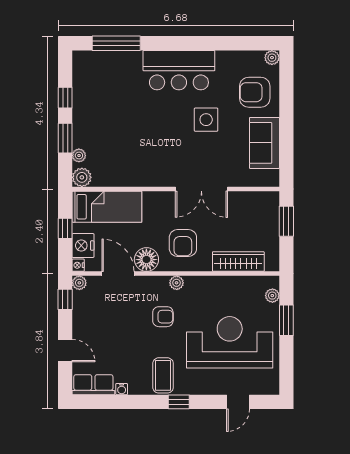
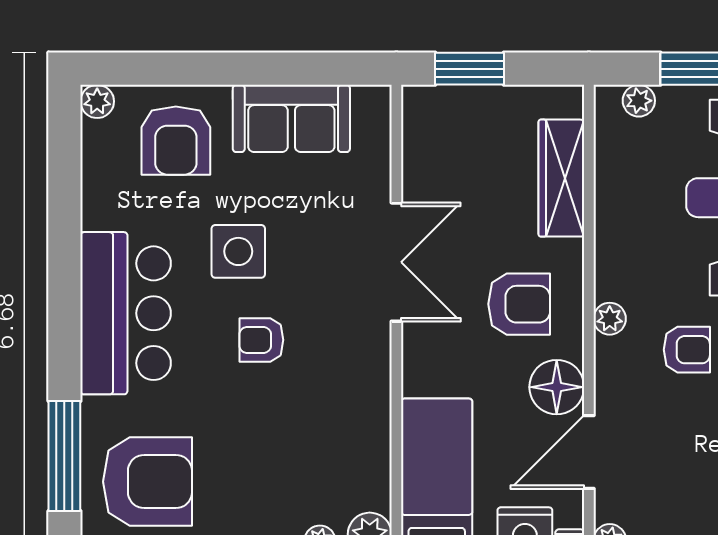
armchair: (105, 80) -> (148, 482), added
armchair: (167, 130) -> (261, 340), added
armchair: (163, 317) -> (687, 350), turned 90

